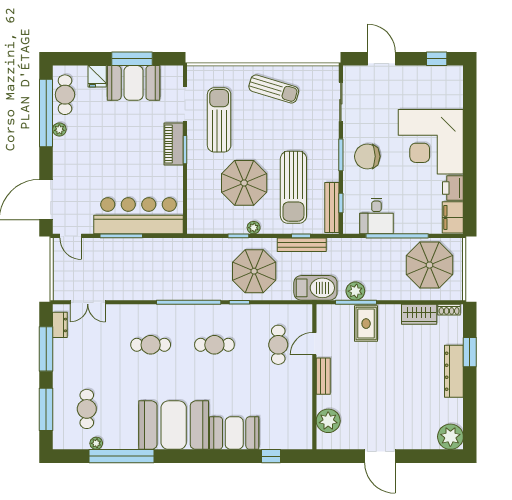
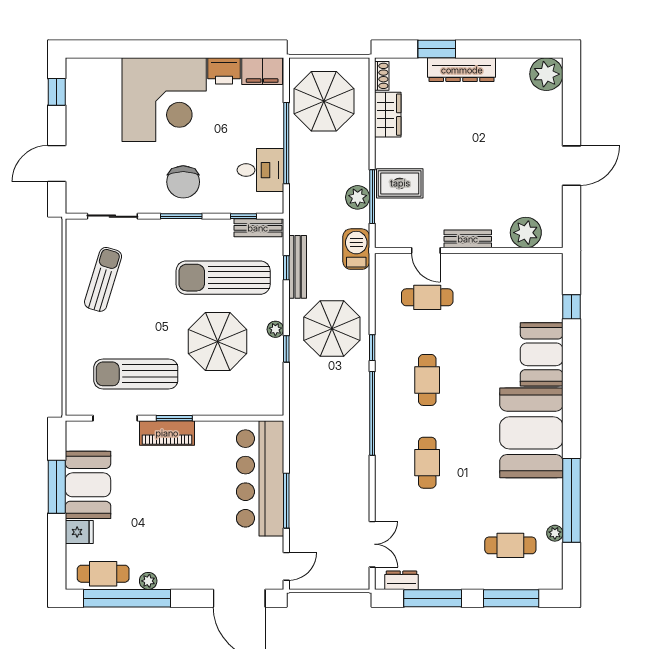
sun lounger: (274, 89) -> (103, 279), moved
sun lounger: (293, 187) -> (223, 278), turned 180
bench: (332, 208) -> (258, 228), width x0.73
barbecue: (315, 288) -> (356, 249), width x0.73, depth x0.83

